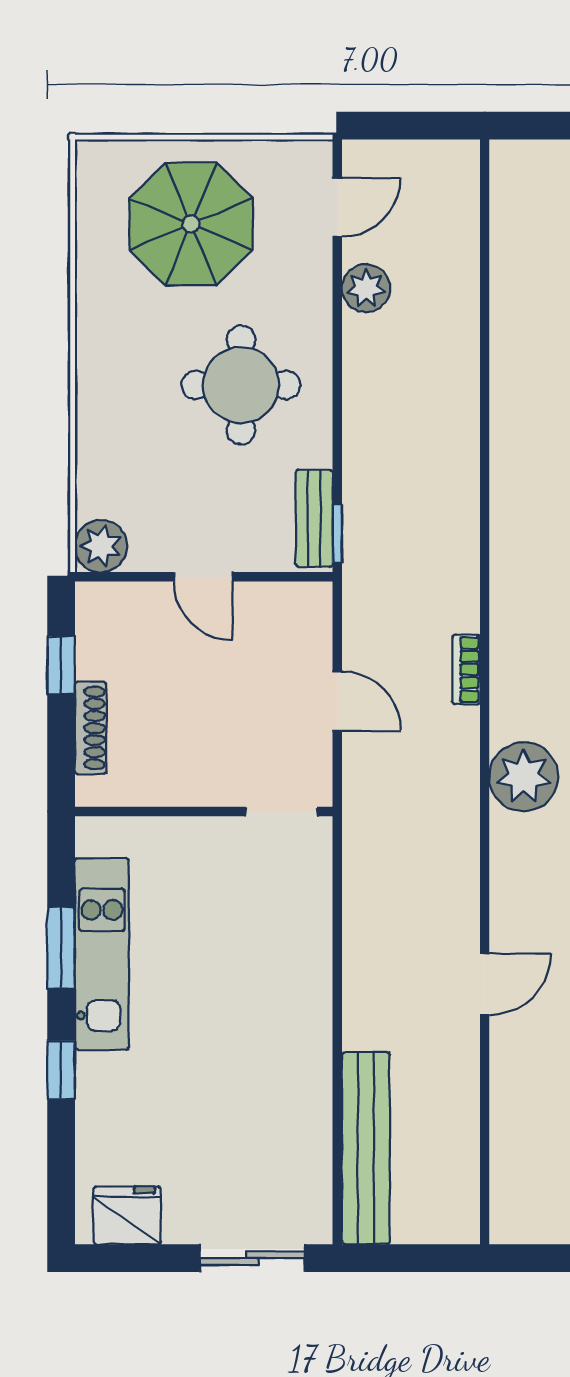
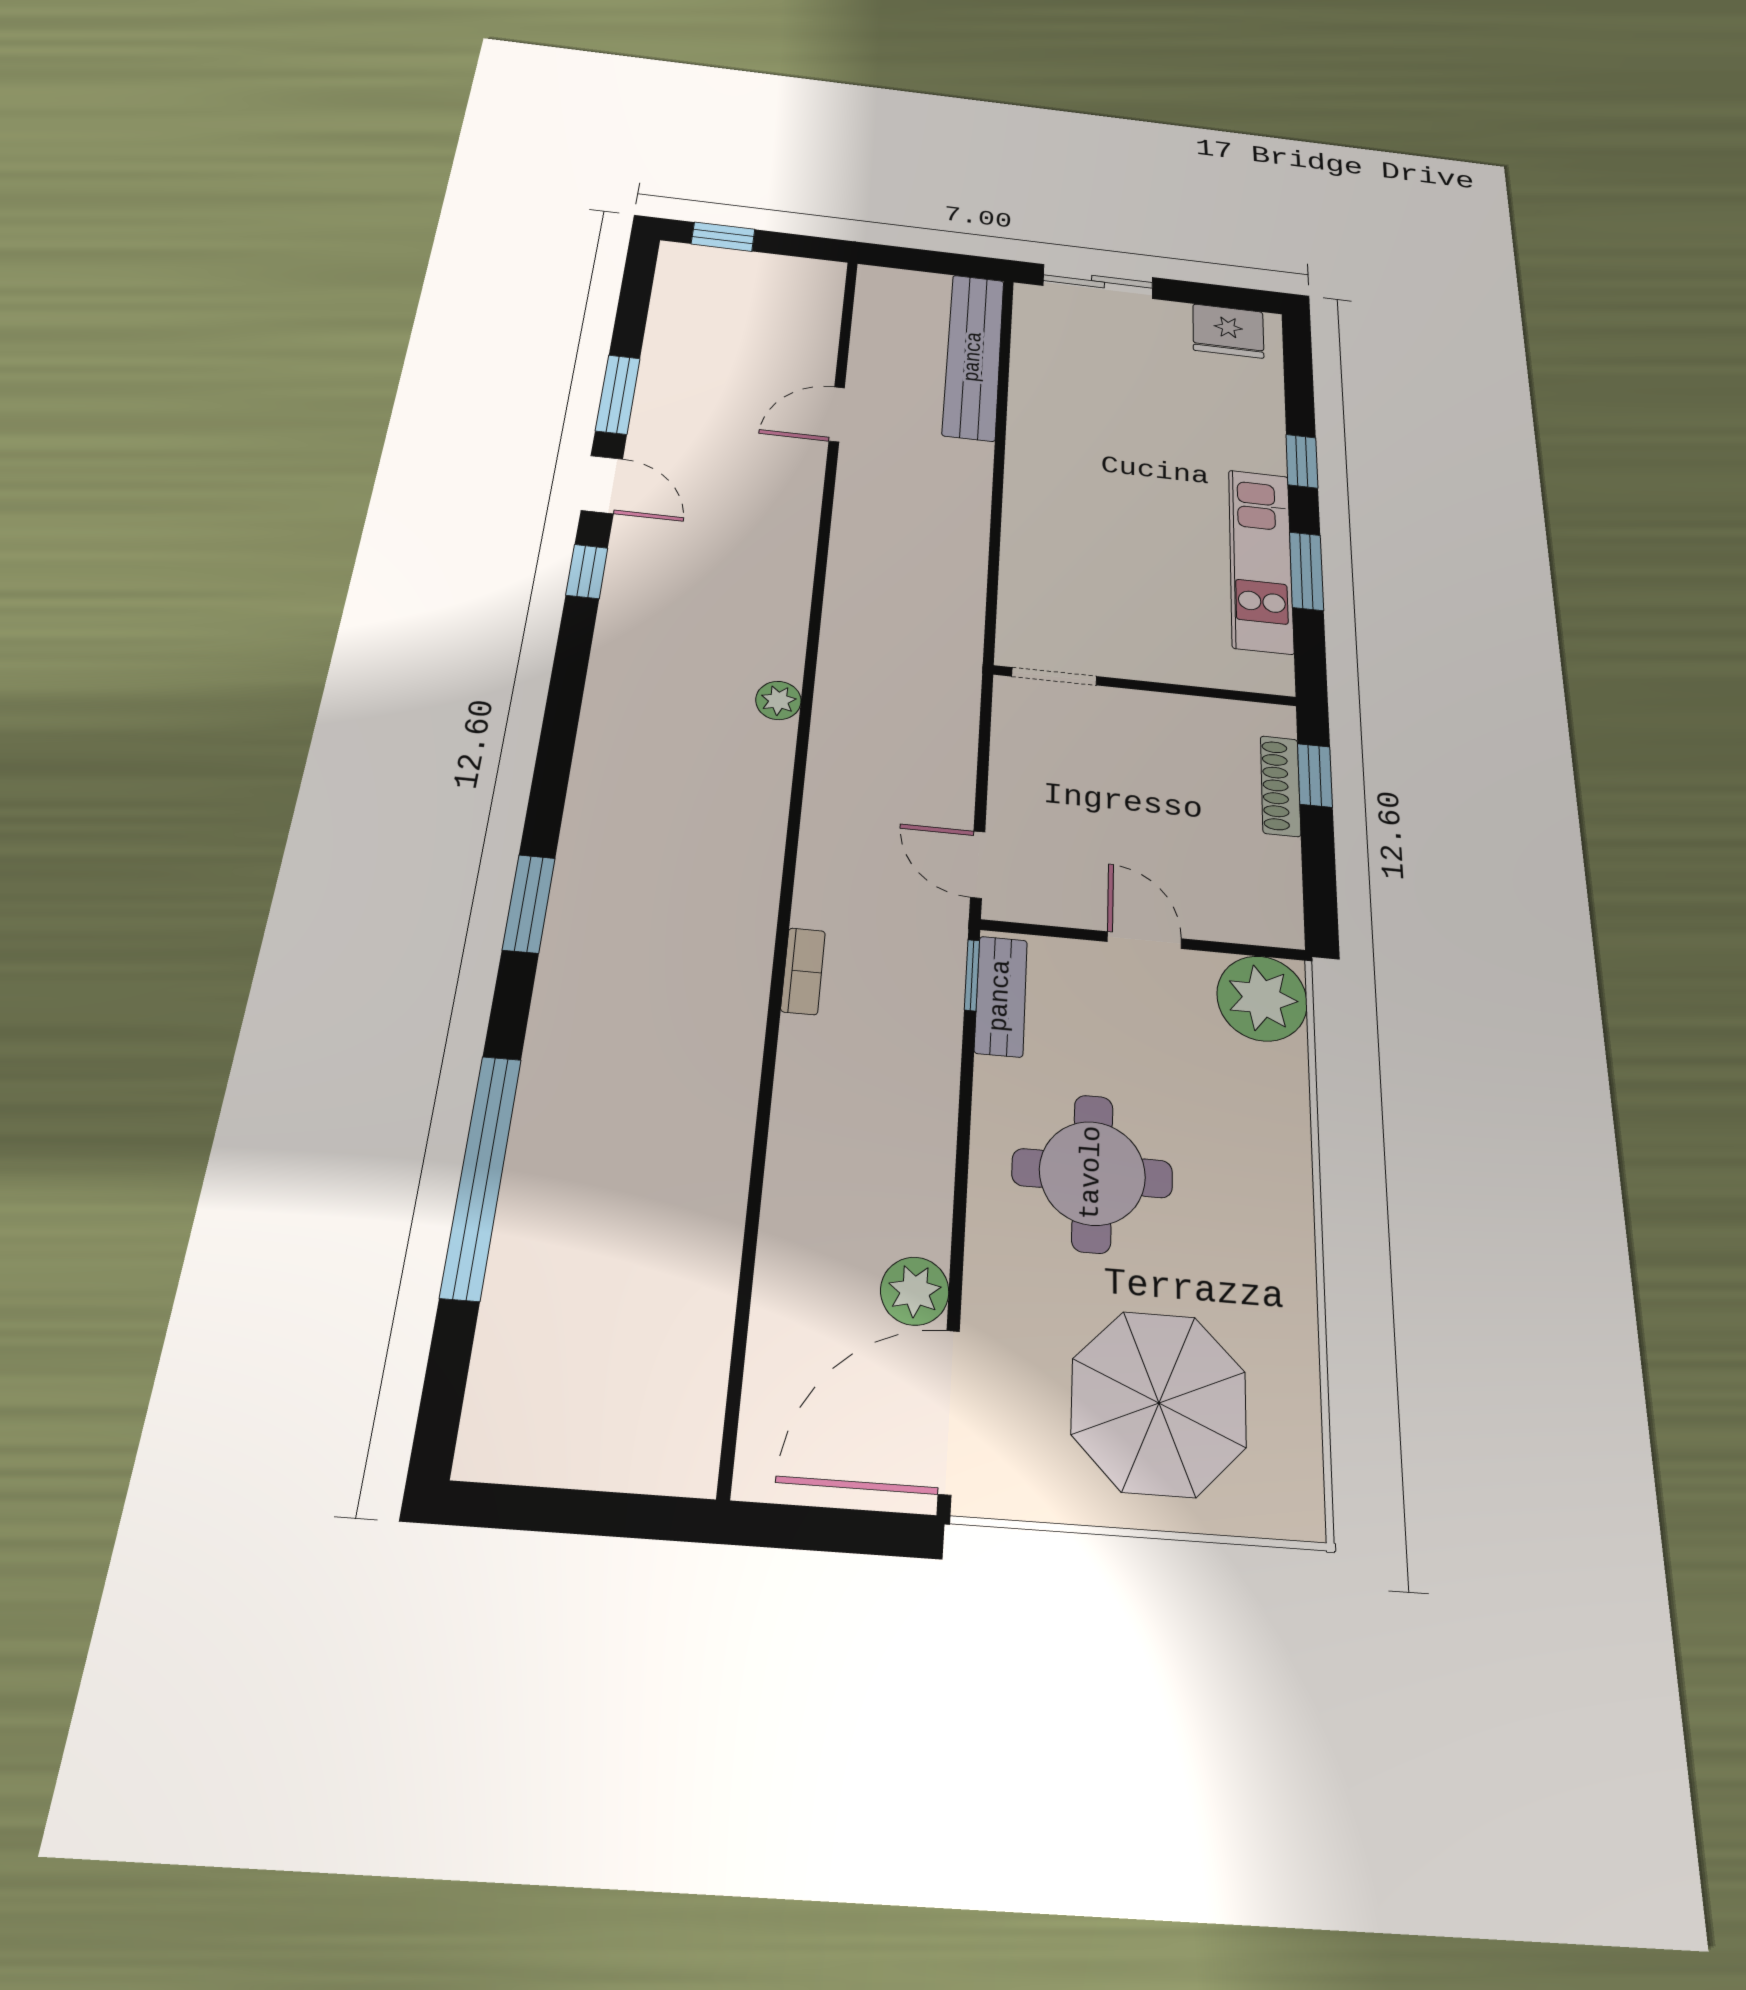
door: (337, 208) -> (949, 1411), width x1.88
plant: (101, 546) -> (1262, 998), width x1.36, depth x1.36
window: (61, 665) -> (1315, 775), moved
bookcase: (466, 670) -> (803, 971), moved
door: (337, 701) -> (978, 864), moved
plant: (524, 777) -> (778, 700), width x0.53, depth x0.53
door: (485, 984) -> (837, 414), moved

